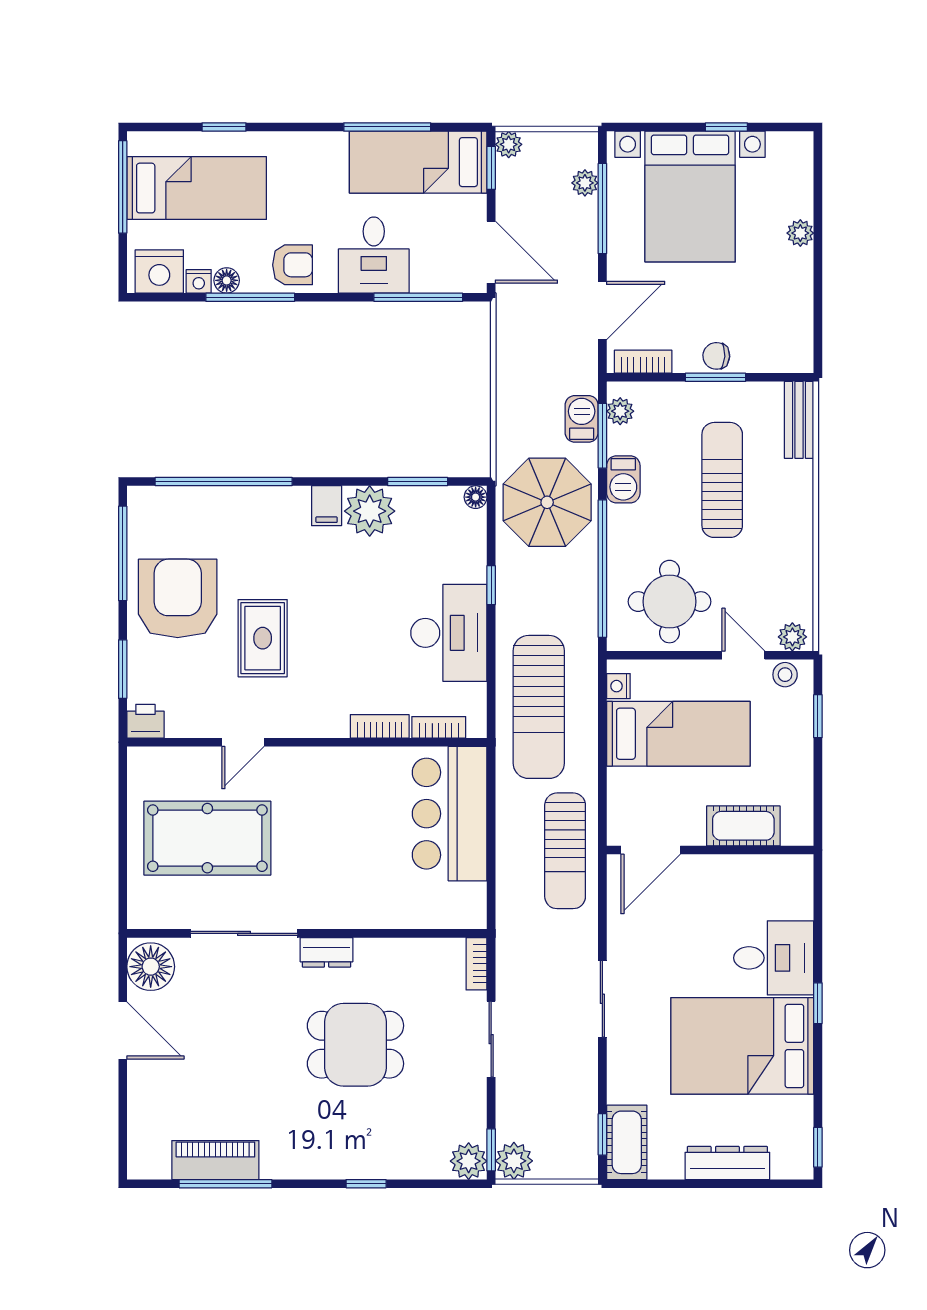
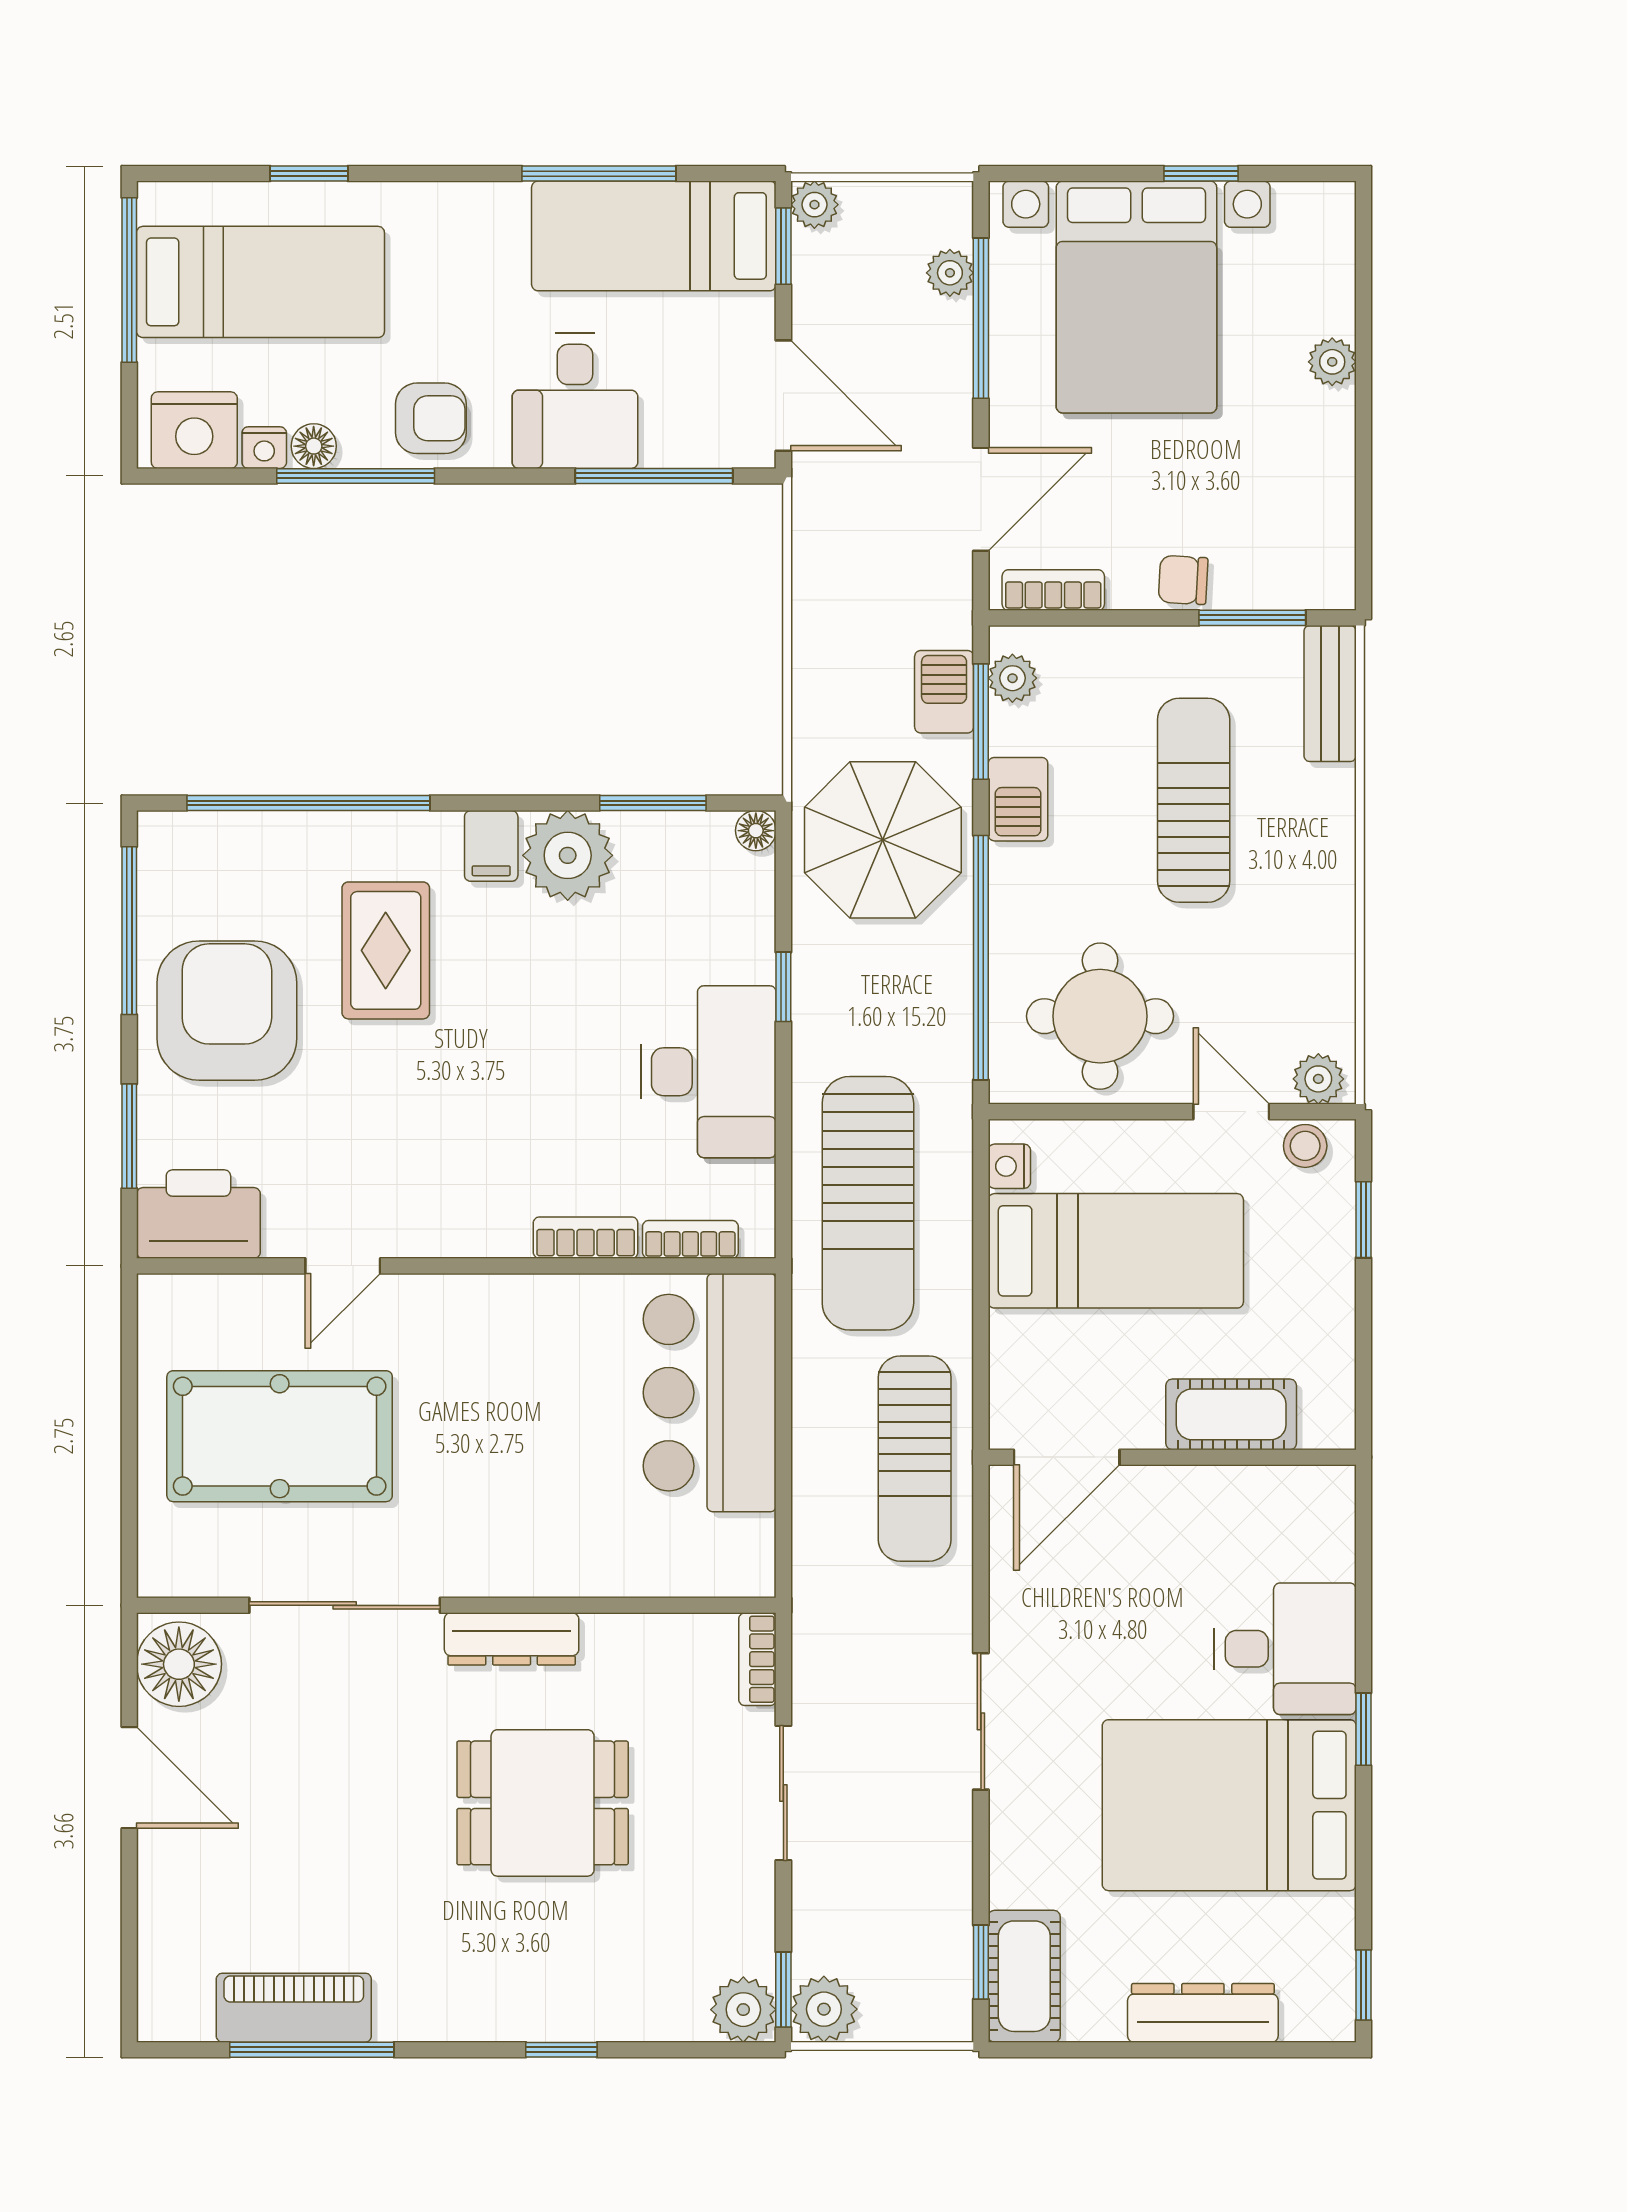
window: (715, 377) -> (1252, 618), moved
rug: (263, 638) -> (386, 950), moved
printer: (145, 721) -> (198, 1214), width x1.87, depth x1.48
dresser: (327, 952) -> (512, 1639), width x1.44

